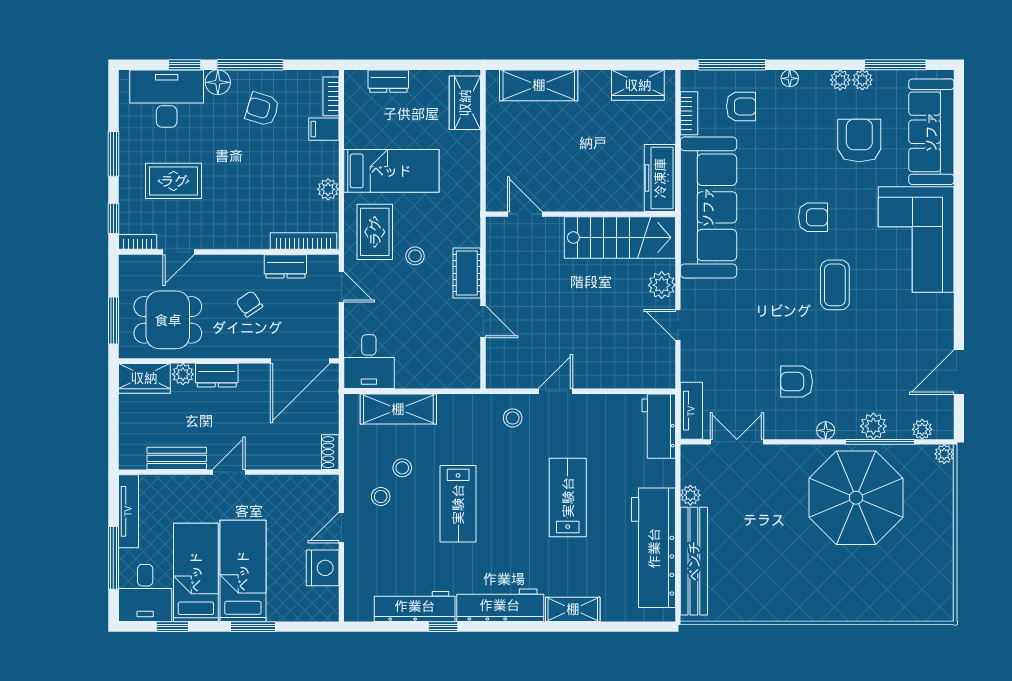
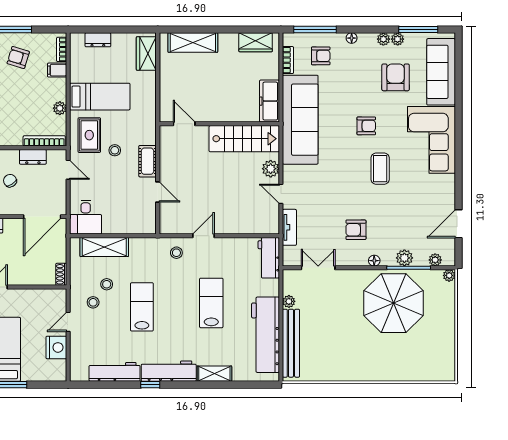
tv unit: (691, 411) -> (289, 227), moved
lab bench: (458, 504) -> (142, 307), turned 180
window: (443, 627) -> (150, 385), moved

